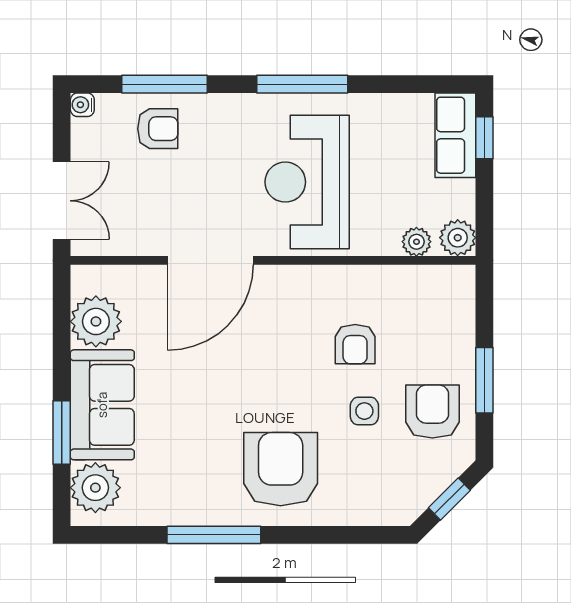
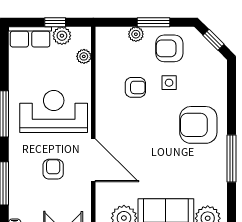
armchair: (158, 129) -> (53, 169), moved
window: (484, 138) -> (55, 22), moved
reception desk: (307, 182) -> (54, 112), turned 180
plant: (458, 238) -> (62, 36), moved
plant: (461, 345) -> (136, 34), added

